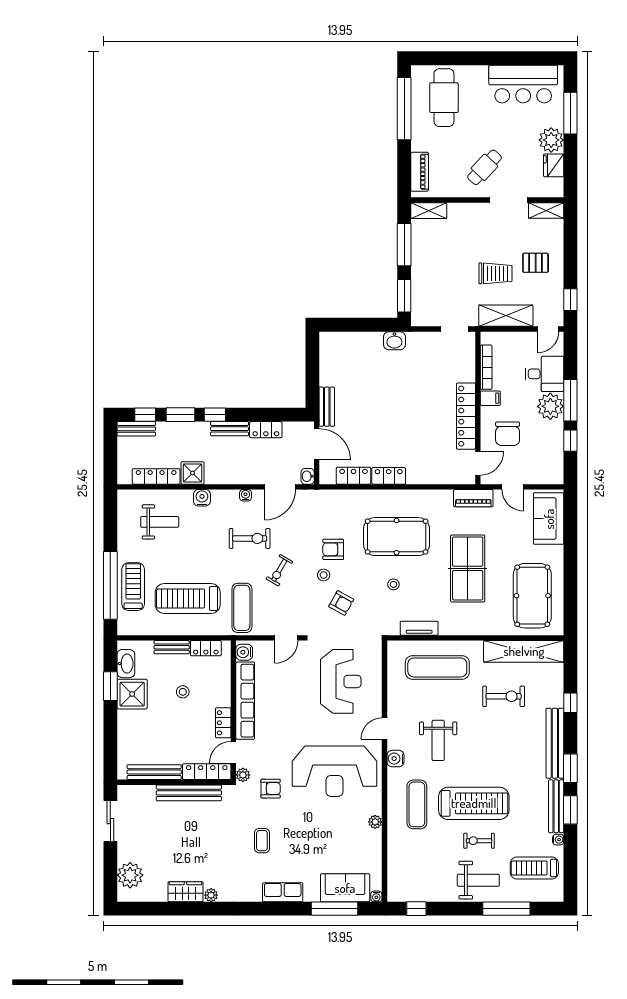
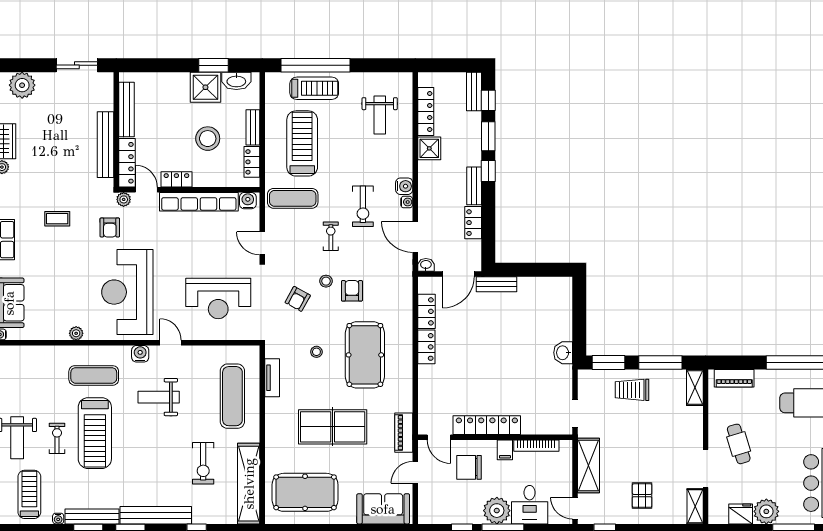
cafe table: (485, 167) -> (739, 444), turned 30
trolley: (495, 273) -> (632, 390), moved, turned 90
water cooler: (202, 498) -> (404, 186), moved
exercise bike: (279, 570) -> (331, 236), turned 60
stool: (183, 692) -> (208, 139), width x1.89, depth x1.89

